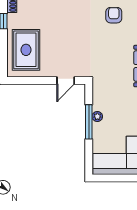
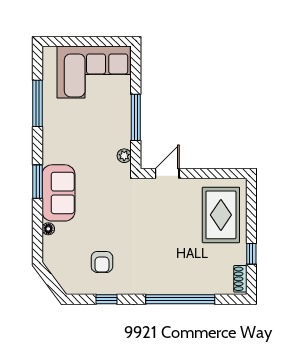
plant: (97, 116) -> (124, 156), moved

